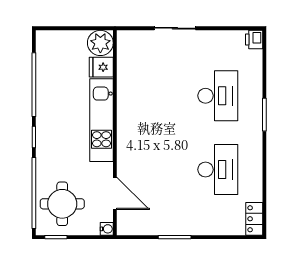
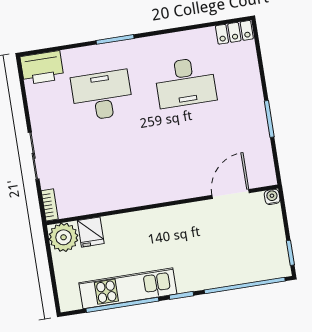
bookcase: (130, 35) -> (50, 205), added
printer: (254, 39) -> (42, 68), width x1.87, depth x1.48
kitchen unit: (101, 120) -> (128, 288), moved, turned 180
desk: (218, 170) -> (185, 82), turned 180
round table: (62, 204) -> (252, 252), removed

